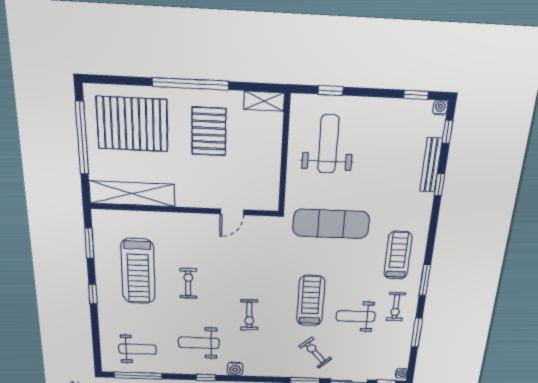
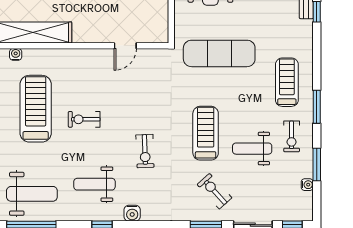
water cooler: (115, 216) -> (16, 54), added
treadmill: (138, 271) -> (36, 109), turned 180
exercise bike: (188, 283) -> (84, 119), turned -90
weight bench: (137, 349) -> (32, 194), width x1.36, depth x1.33
water cooler: (402, 373) -> (307, 185), moved

